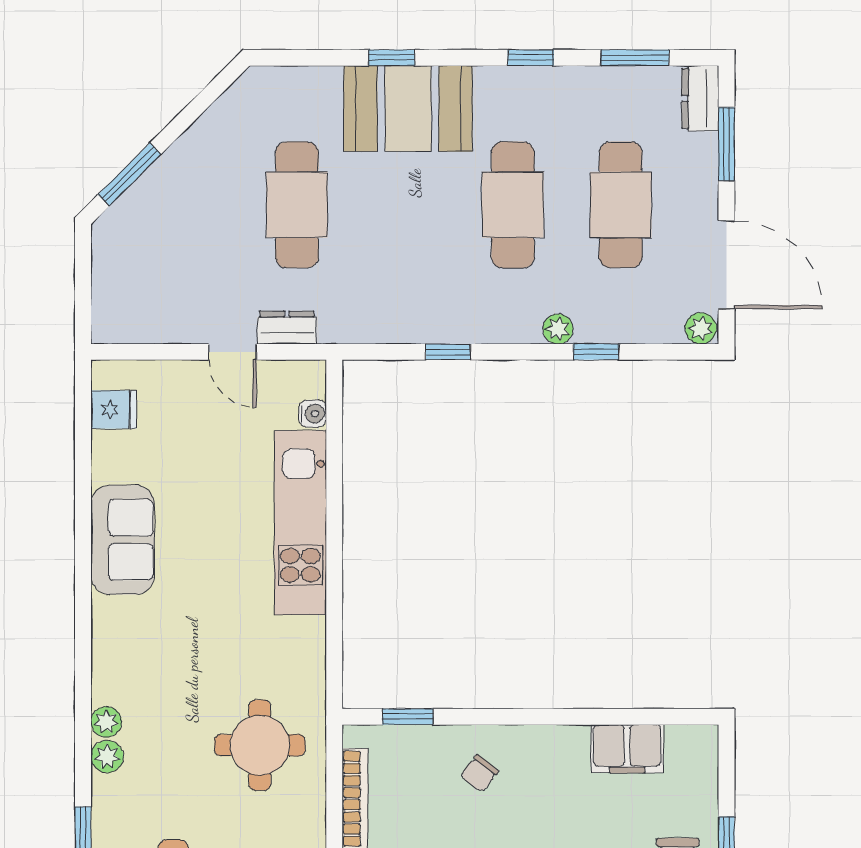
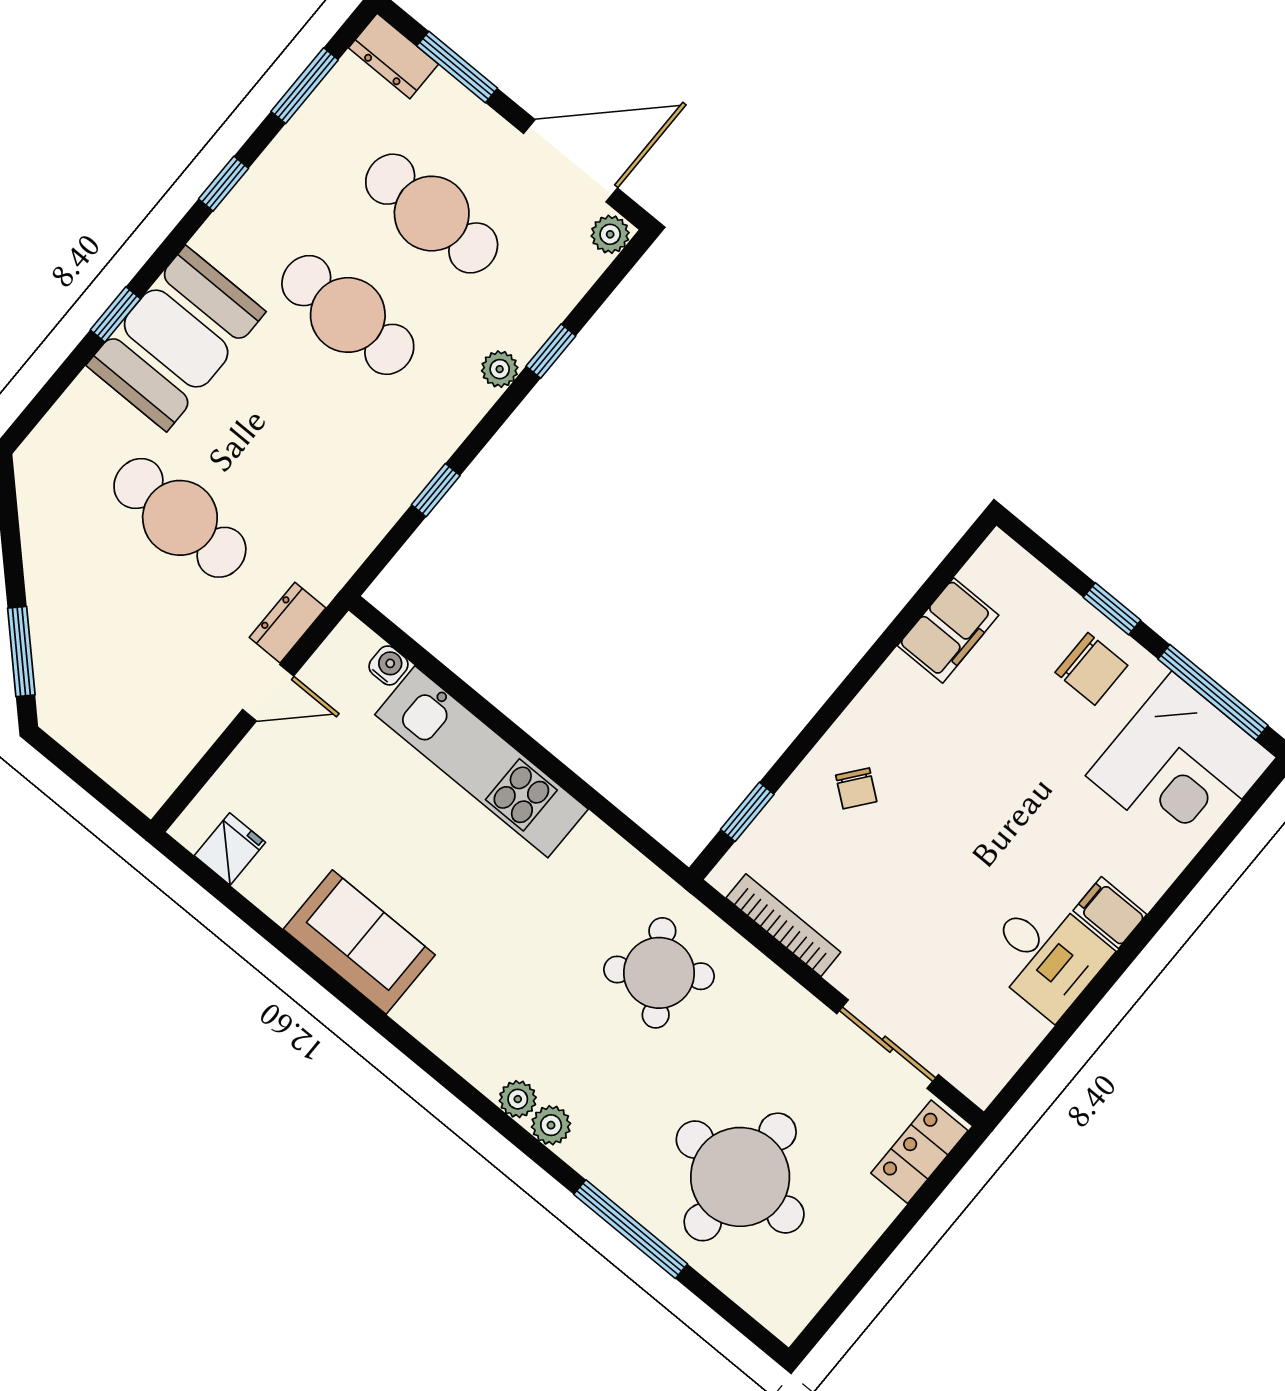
round table: (260, 745) -> (659, 973), turned -35

